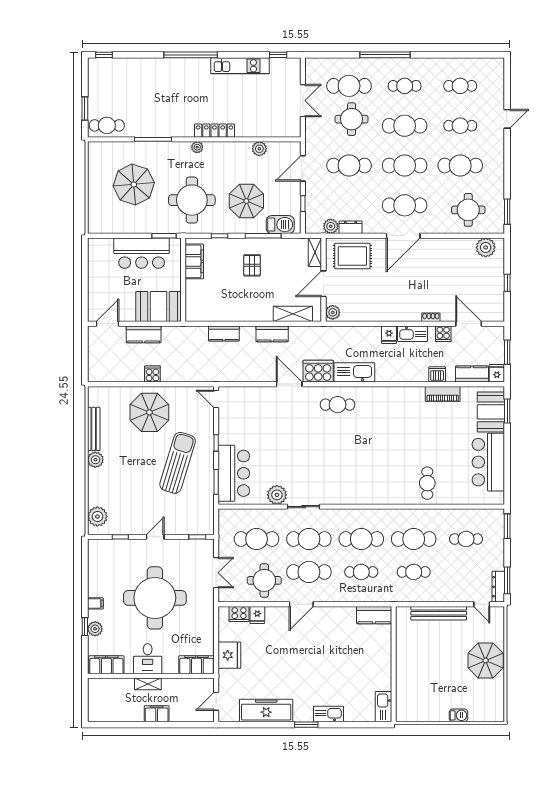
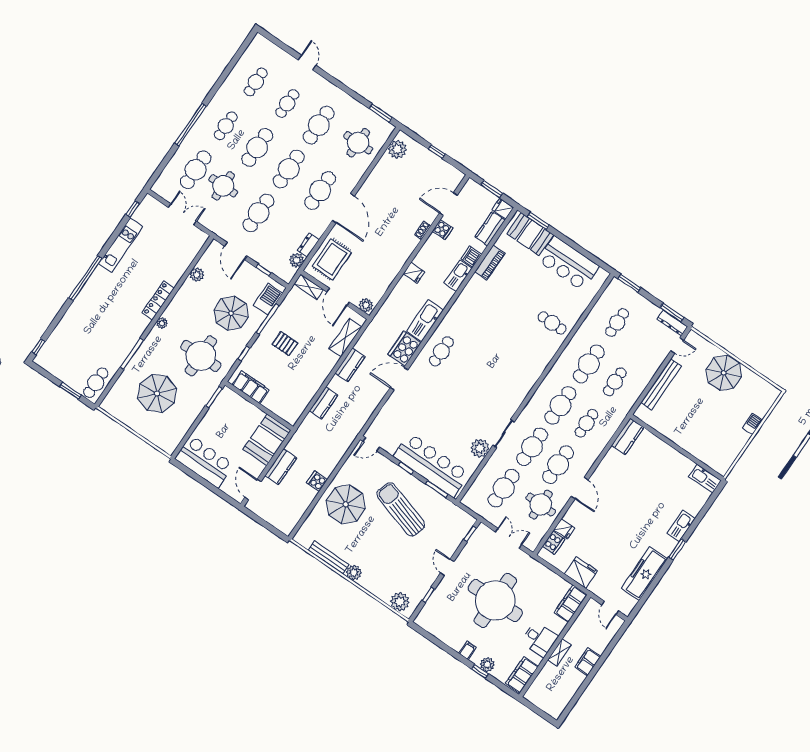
bar counter: (142, 253) -> (204, 462), moved, turned -90
kitchen sink: (412, 334) -> (458, 276), moved, turned 180
bar counter: (234, 473) -> (431, 465), width x1.36

